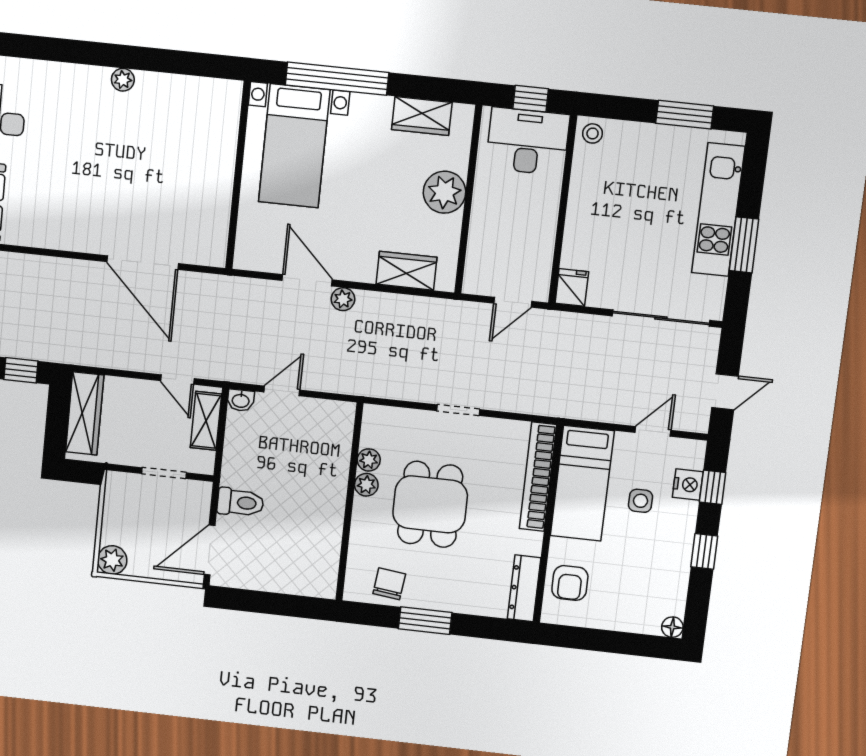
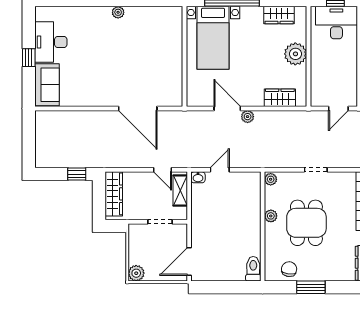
plant: (369, 460) -> (271, 179), moved
toilet: (240, 502) -> (253, 269), moved, turned -90

